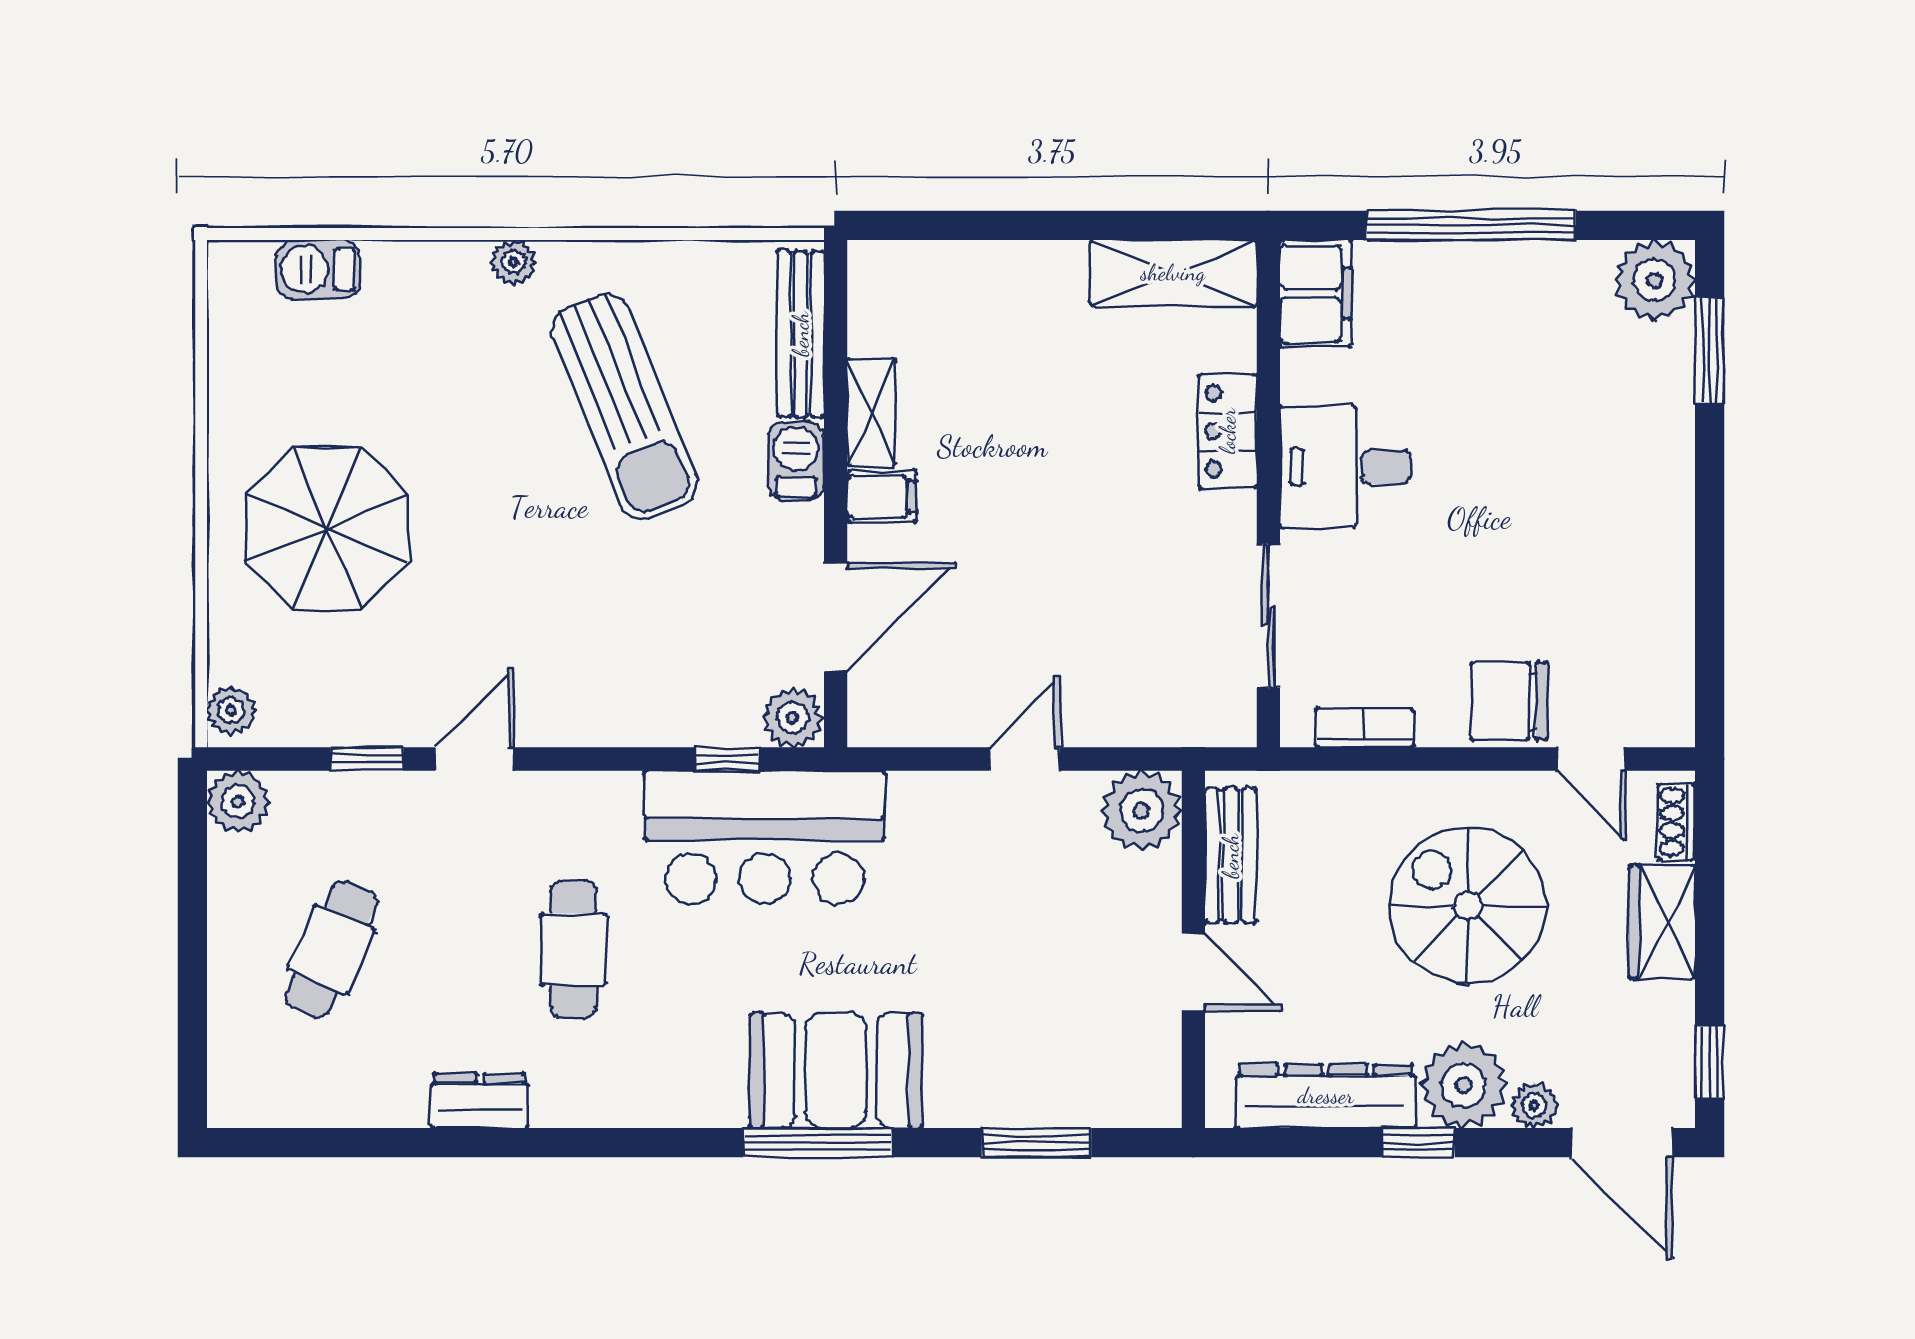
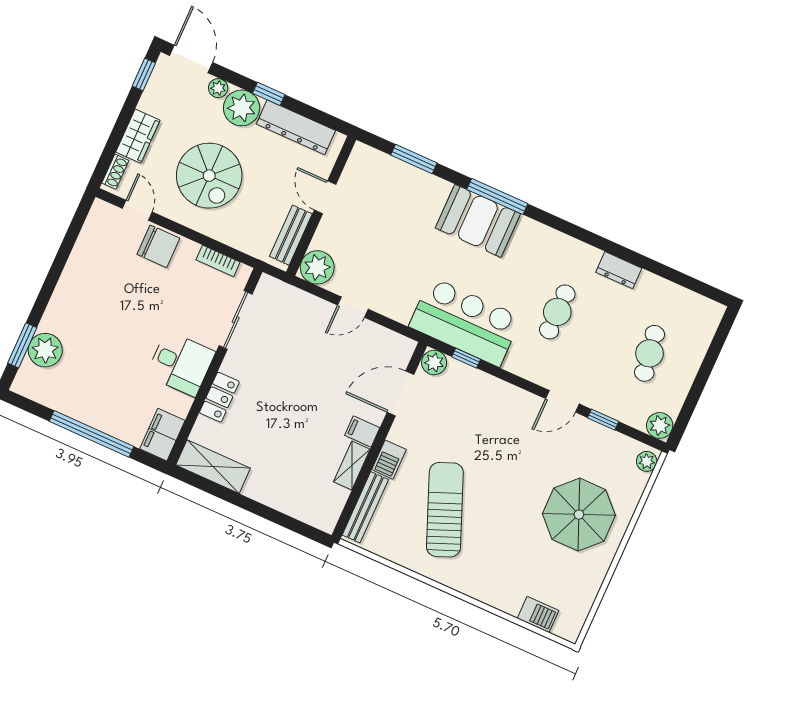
plant: (514, 262) -> (462, 584), removed
plant: (1655, 280) -> (45, 350), moved
cafe table: (331, 949) -> (650, 353), turned -33

